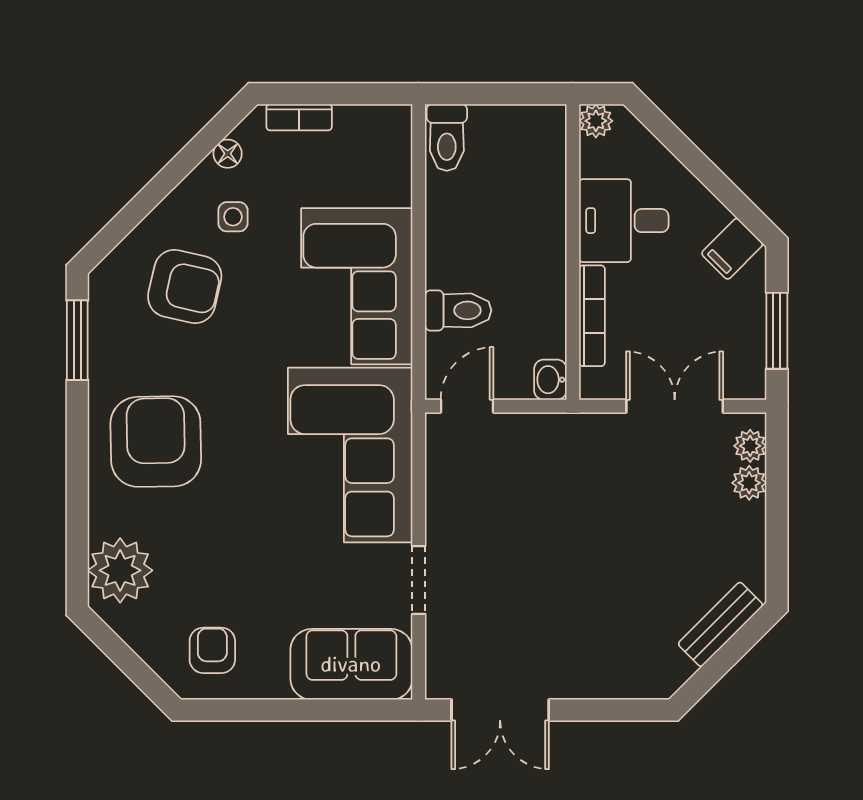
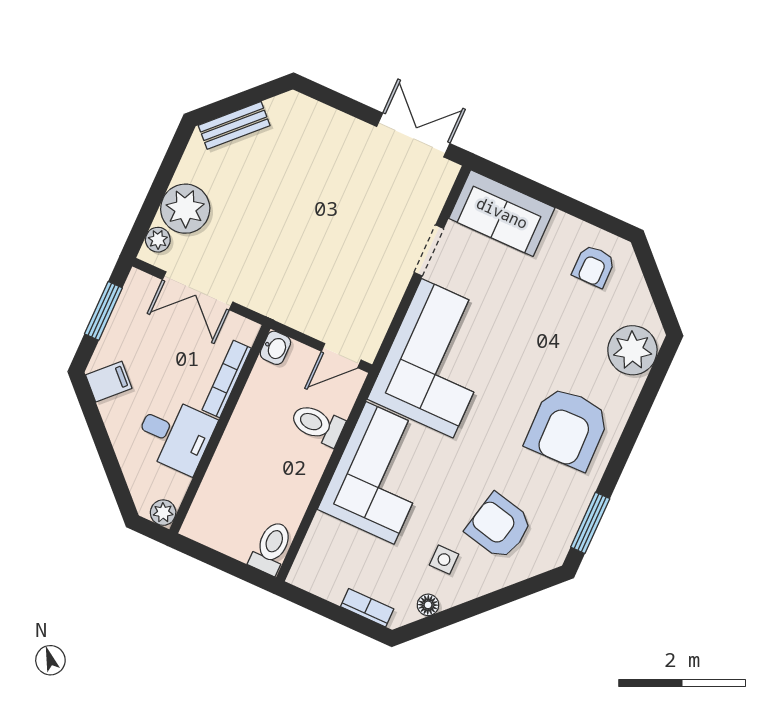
plant: (749, 483) -> (185, 209), width x1.87, depth x1.87

